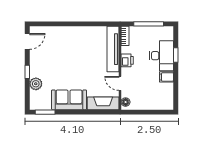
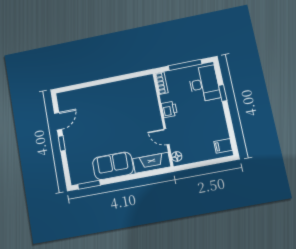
door: (27, 41) -> (58, 121), moved
tv unit: (113, 49) -> (151, 100), removed
desk: (162, 56) -> (204, 84), moved
filing cabinet: (167, 77) -> (223, 146), moved
plant: (36, 84) -> (73, 155), removed

